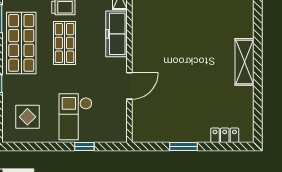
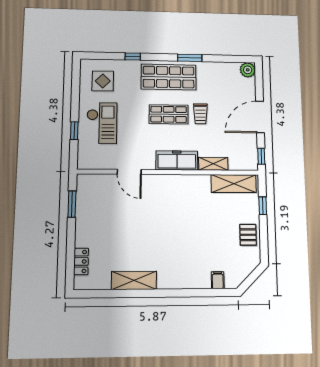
shelving: (244, 62) -> (134, 280), moved
checkout: (75, 117) -> (102, 123), turned 90
window: (184, 147) -> (72, 204), moved

